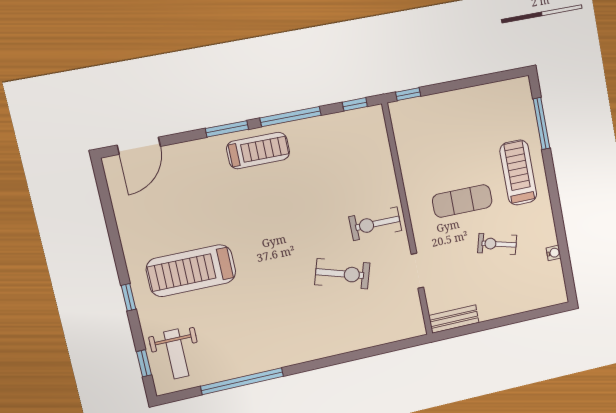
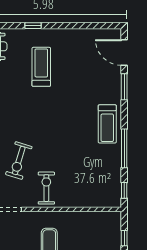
window: (408, 94) -> (124, 238), moved
window: (227, 129) -> (124, 87), moved
treadmill: (191, 271) -> (41, 67), width x0.73, depth x0.73

